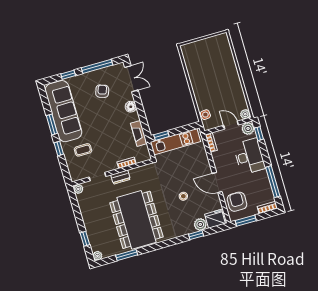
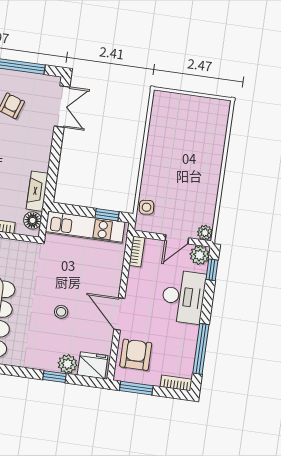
floor lamp: (131, 107) -> (33, 220), moved
door: (231, 125) -> (177, 239), swing flipped
window: (161, 136) -> (107, 215), moved

